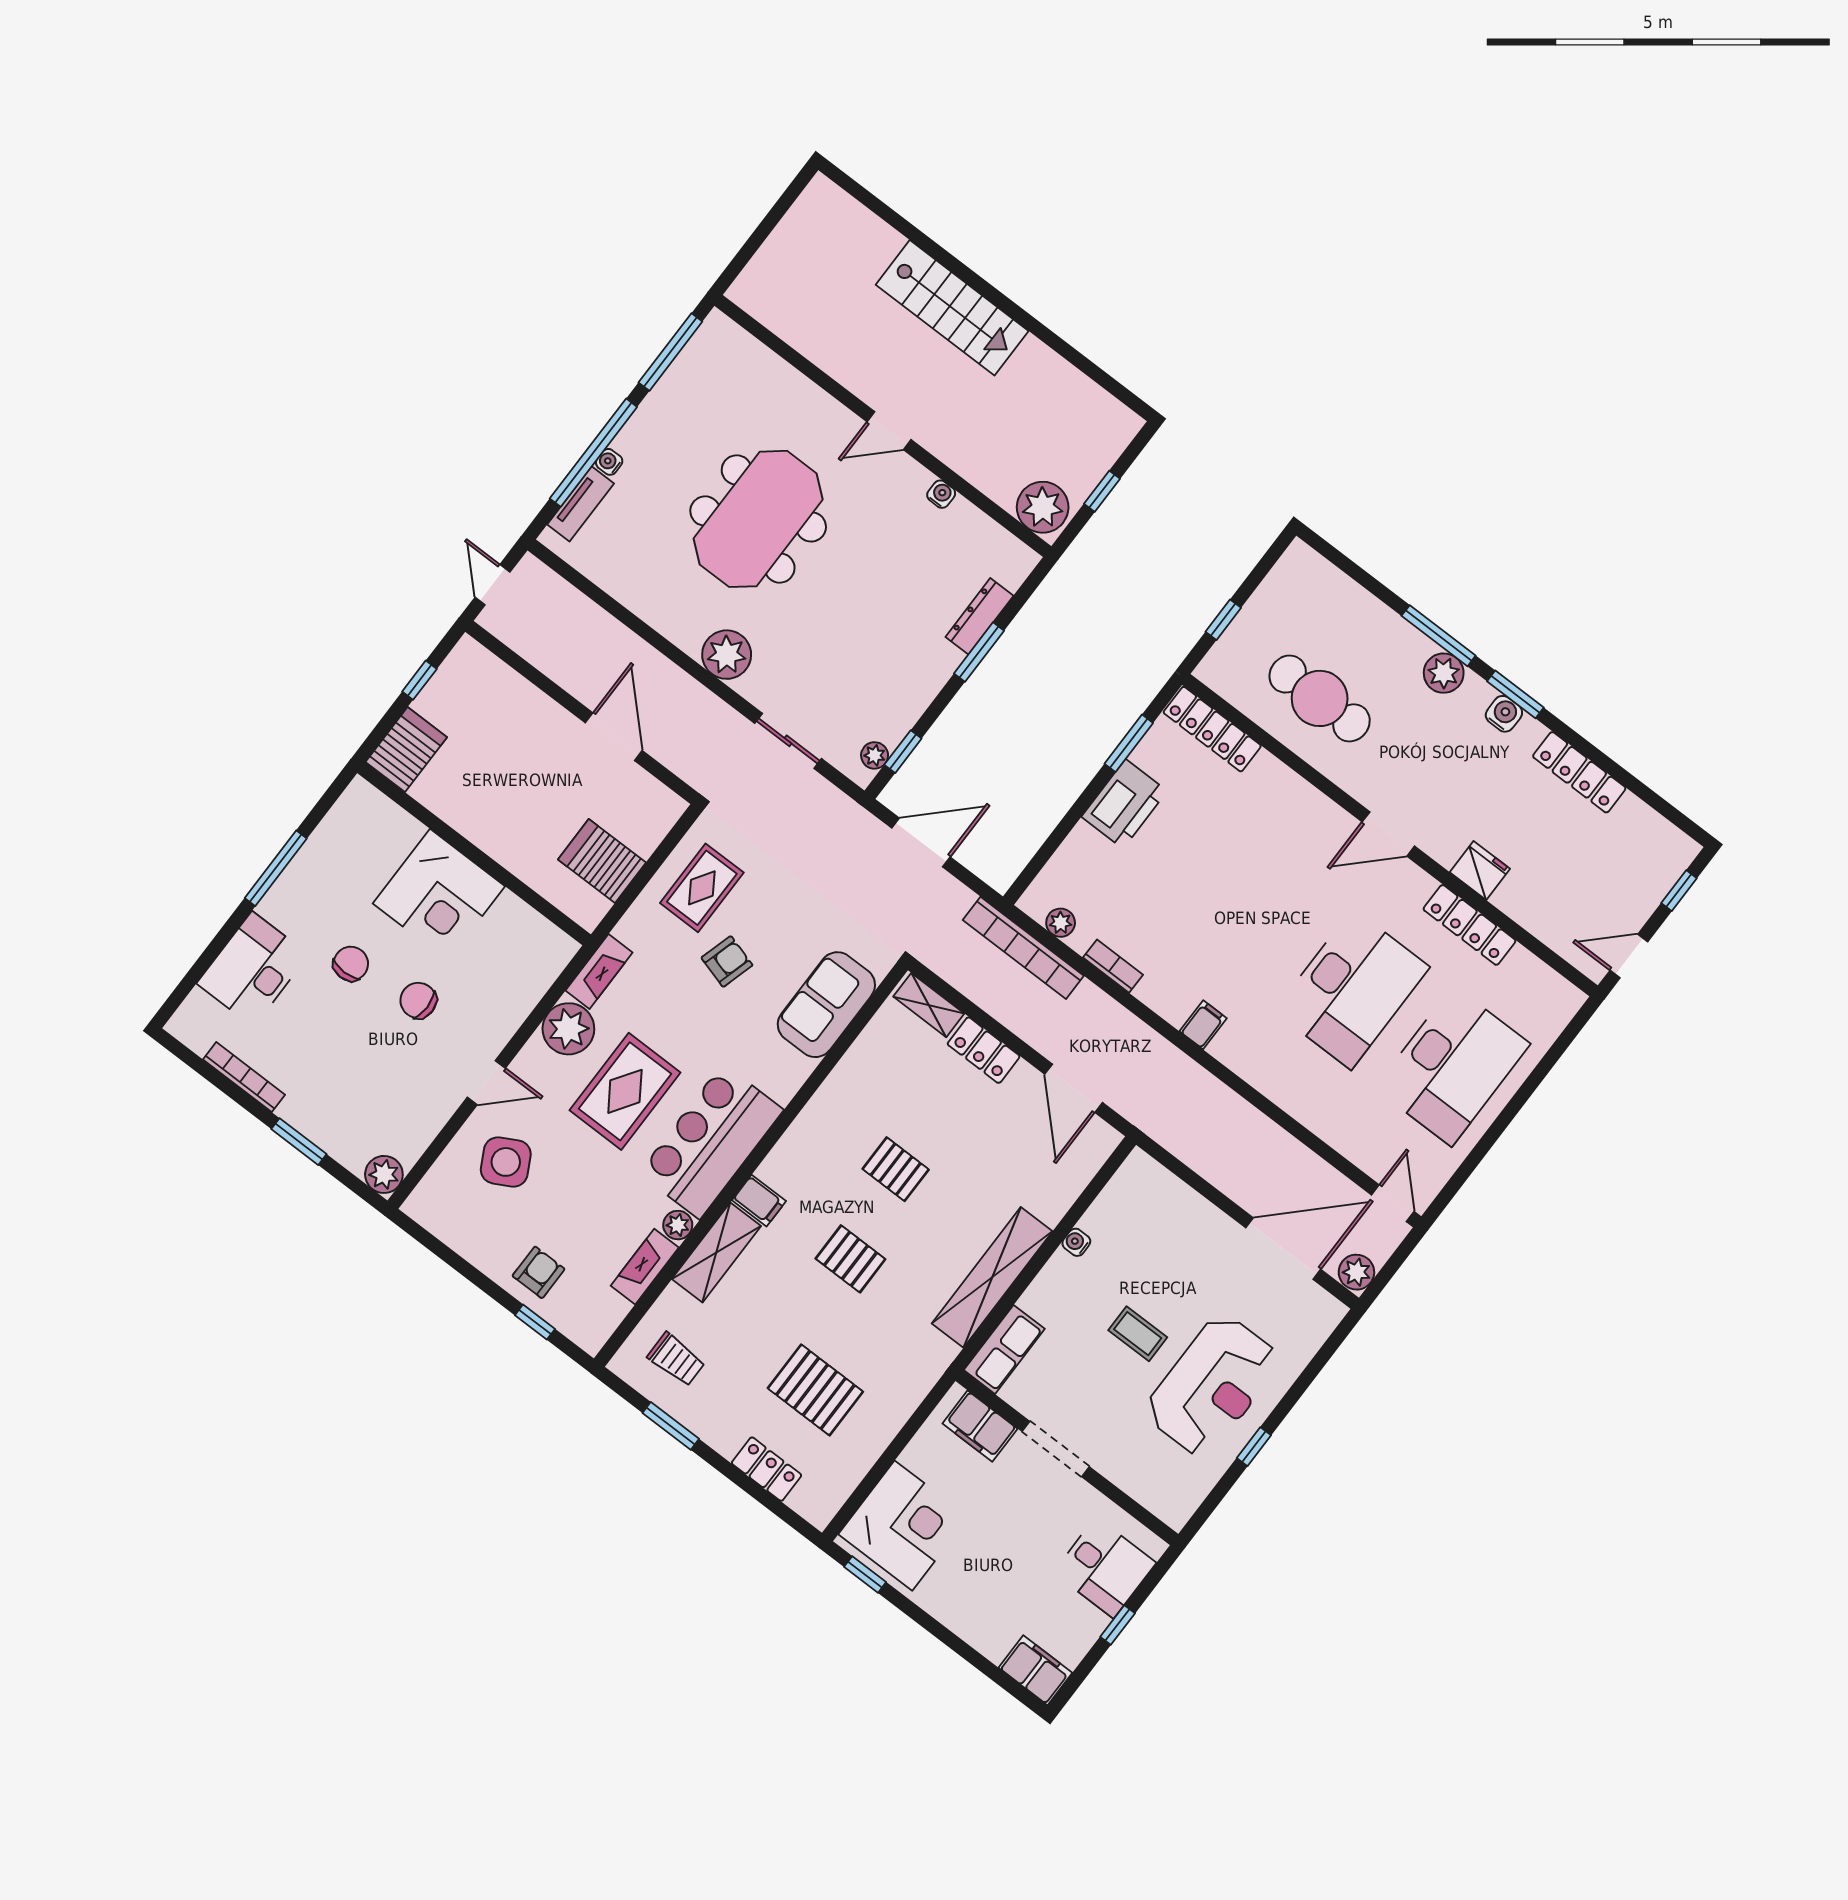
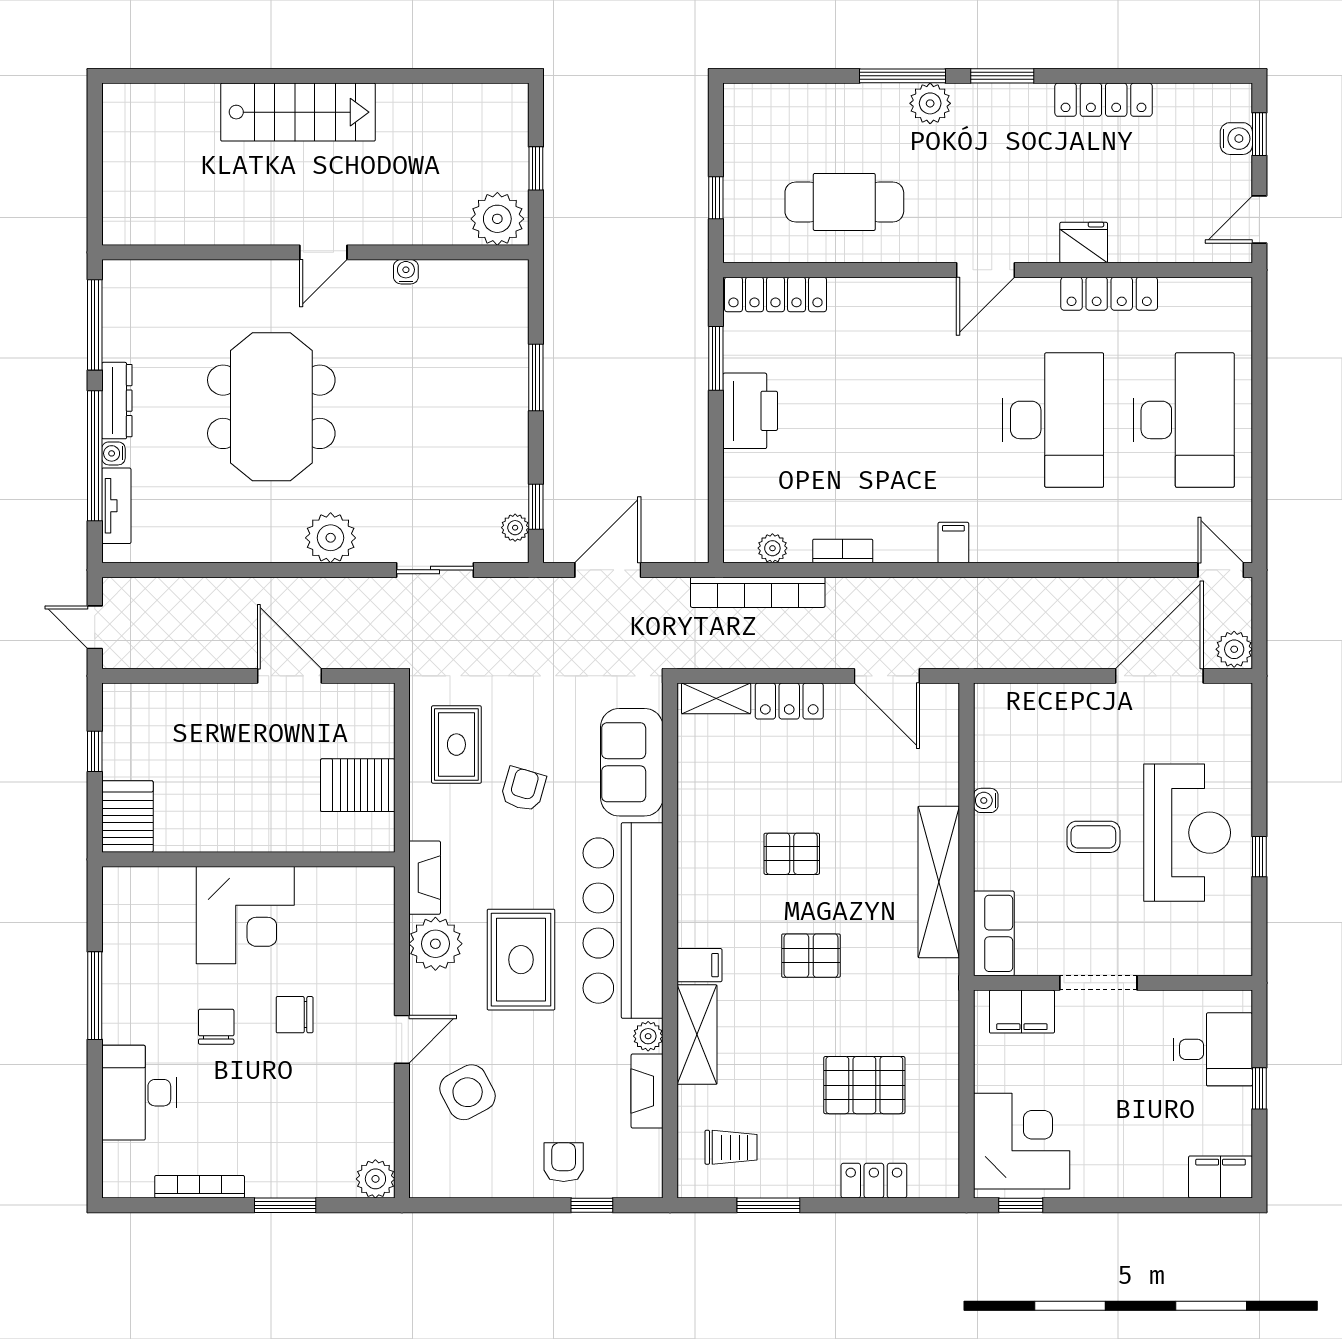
dresser: (979, 616) -> (117, 401), moved, turned 180
water cooler: (1504, 714) -> (1236, 139), moved, turned 90
bar counter: (711, 1141) -> (623, 921), width x1.36

